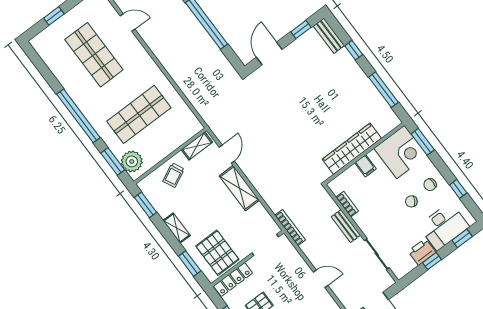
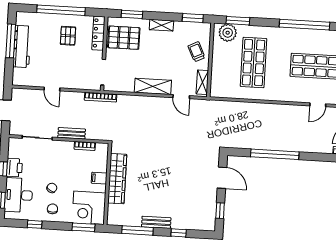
bench: (329, 36) -> (156, 222), moved
window: (78, 116) -> (305, 25), moved
door: (321, 279) -> (52, 89), hinge flipped

